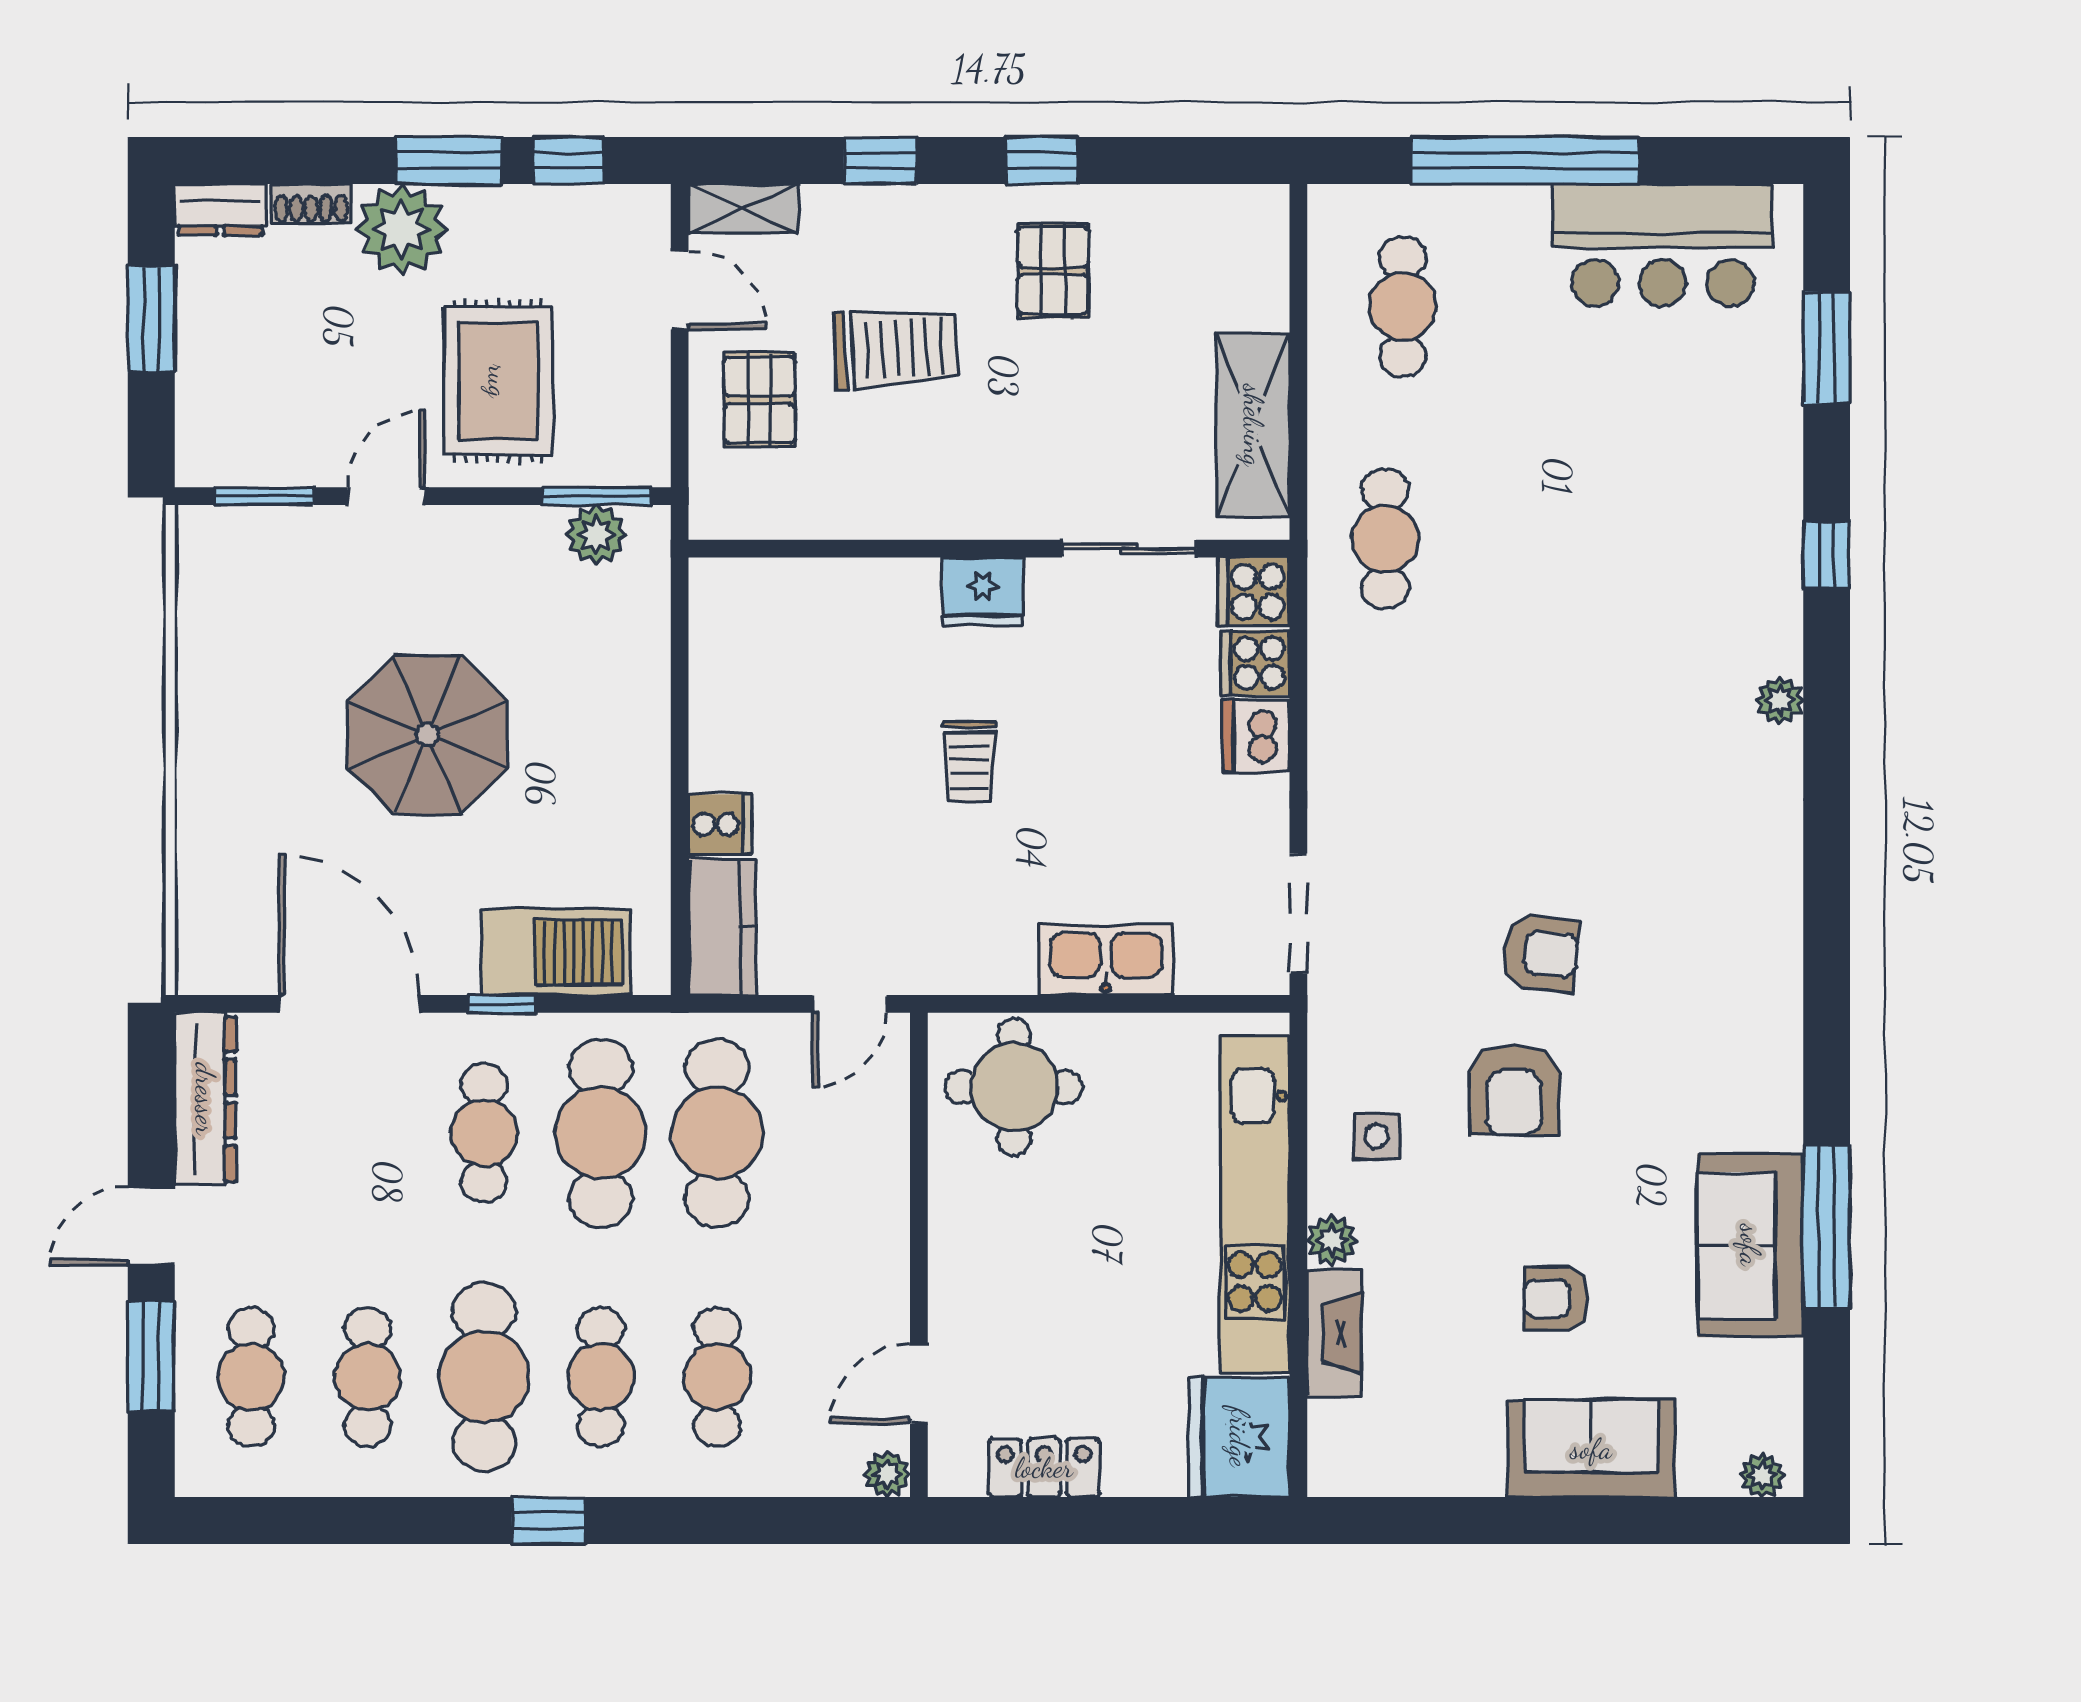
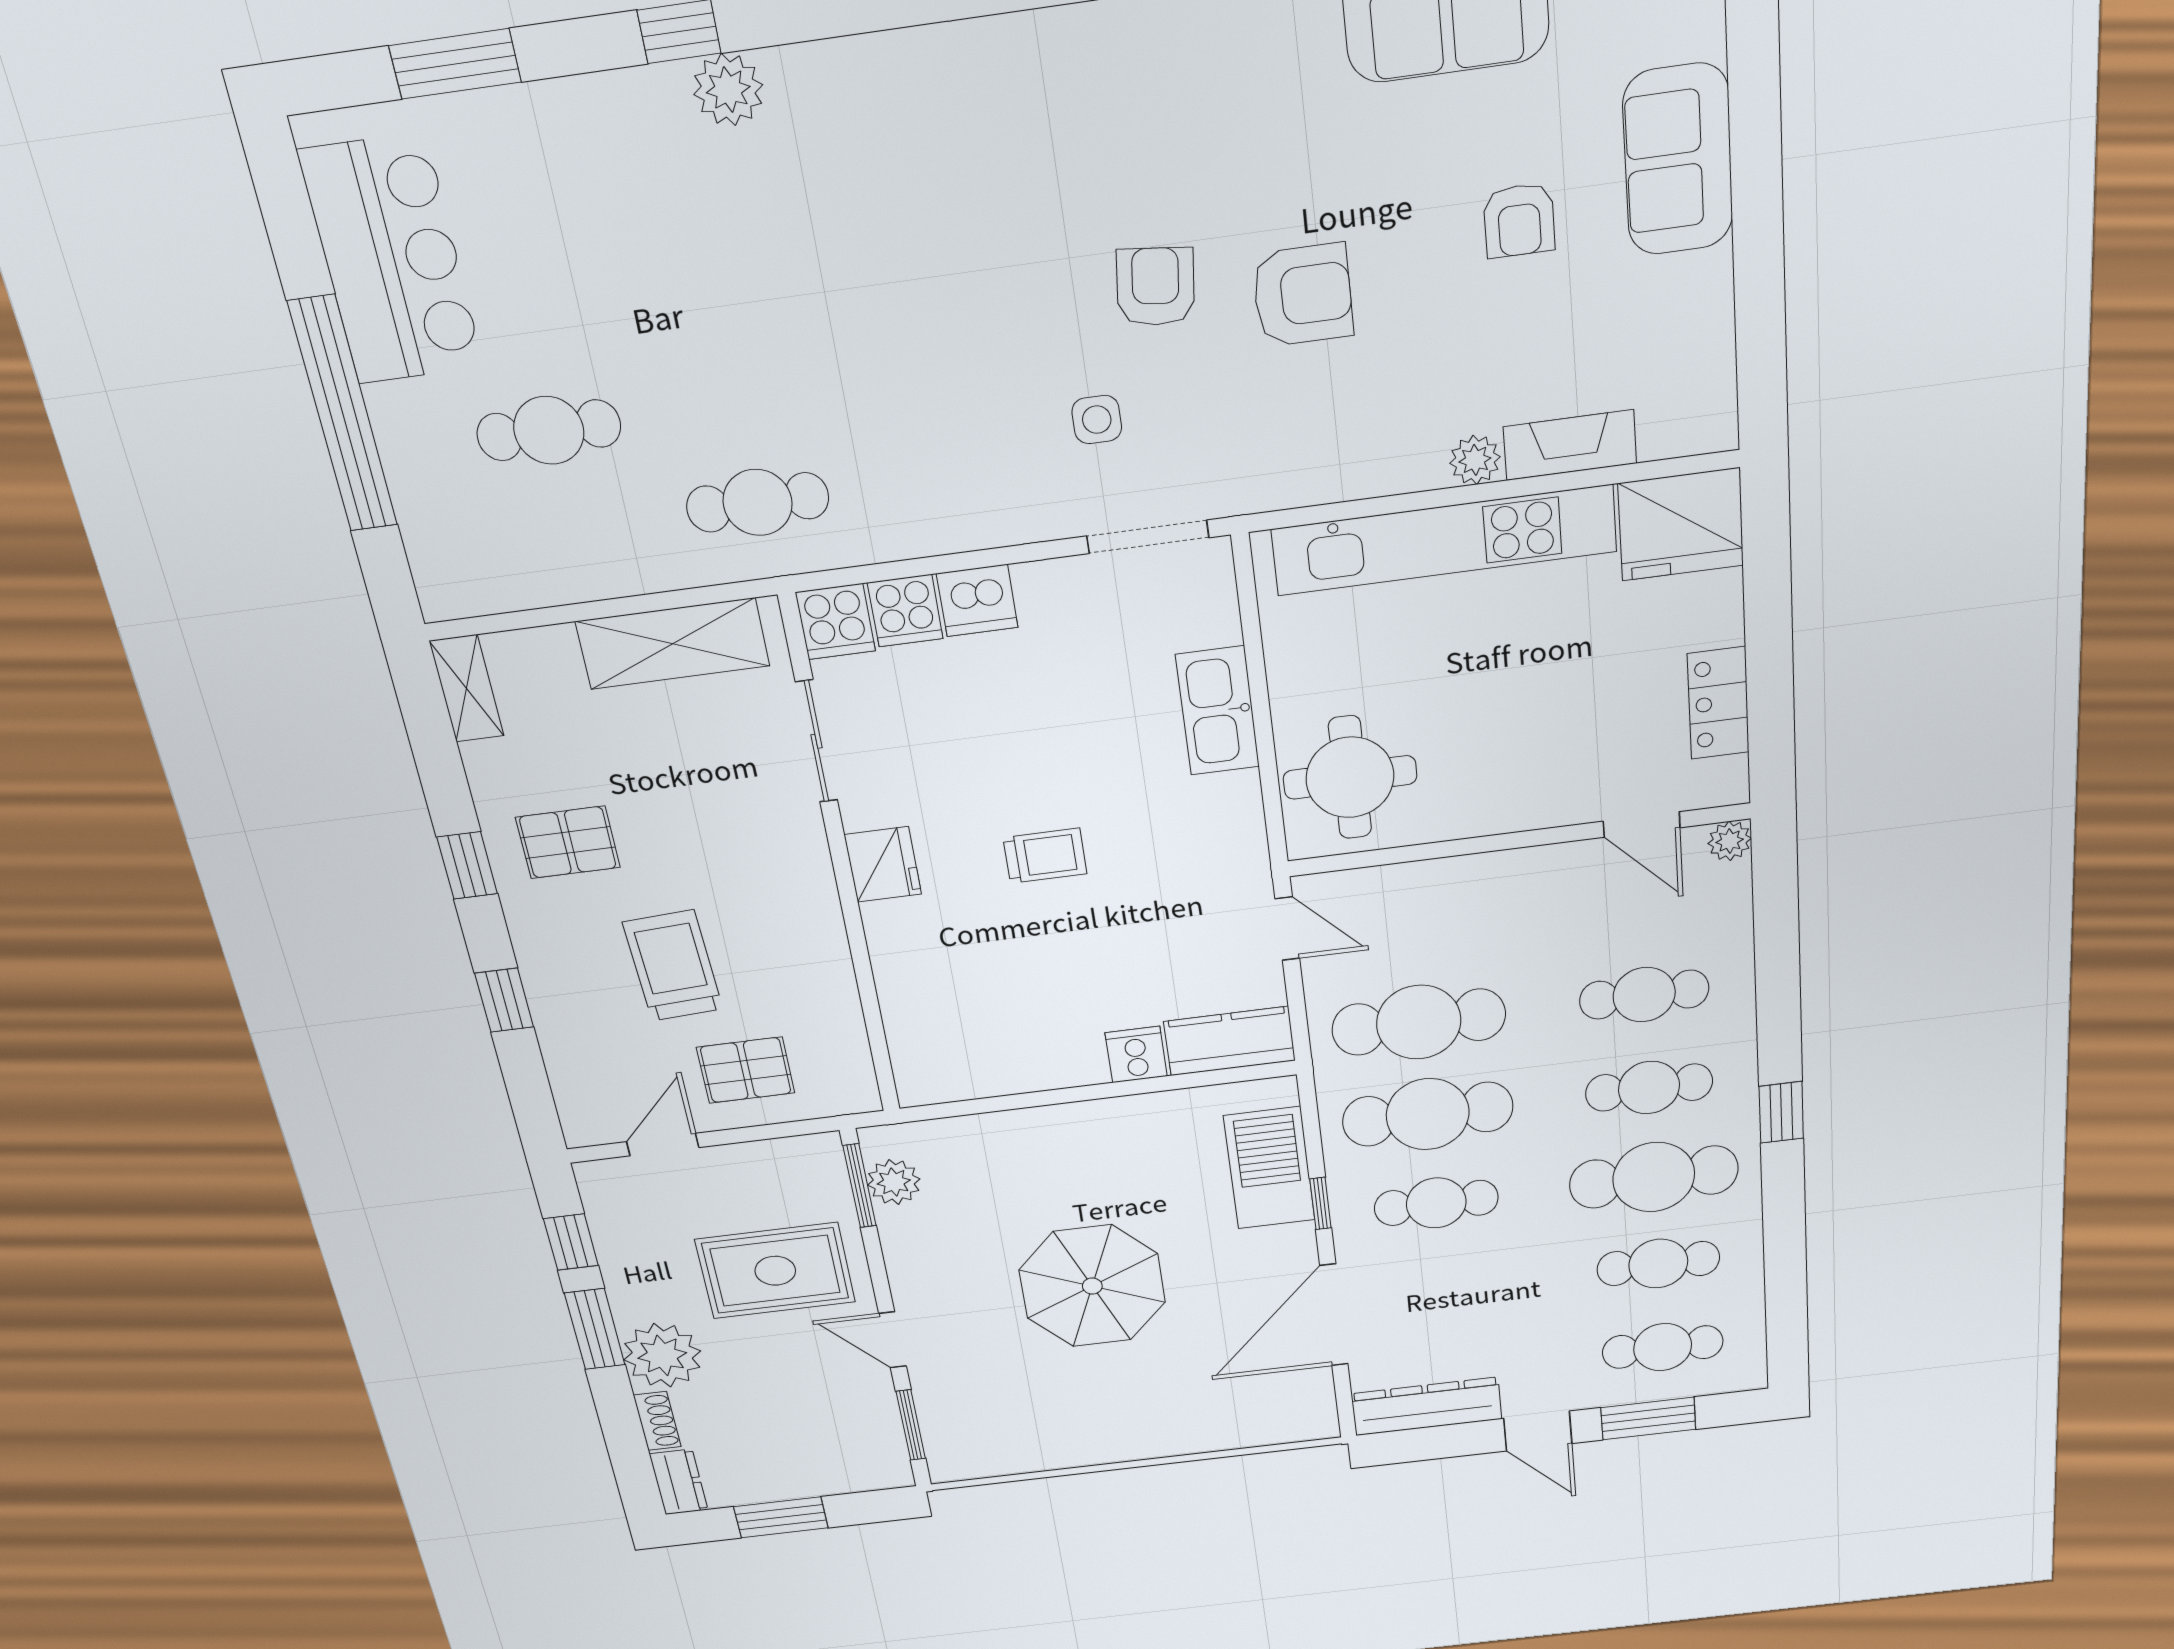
shelving: (744, 209) -> (467, 689), moved
cafe table: (1403, 306) -> (549, 430), moved
plant: (1780, 700) -> (728, 90), moved, width x1.38, depth x1.38
side table: (1376, 1136) -> (1097, 420), moved

